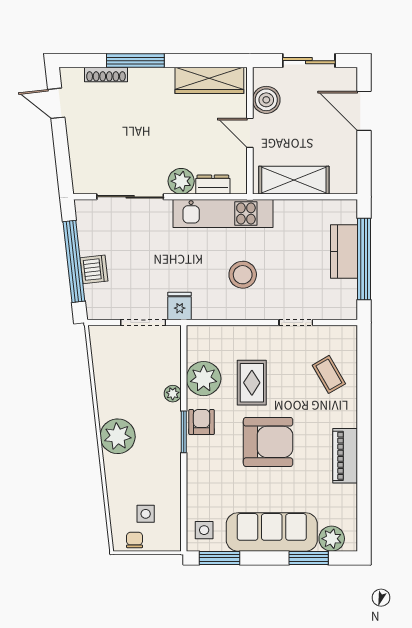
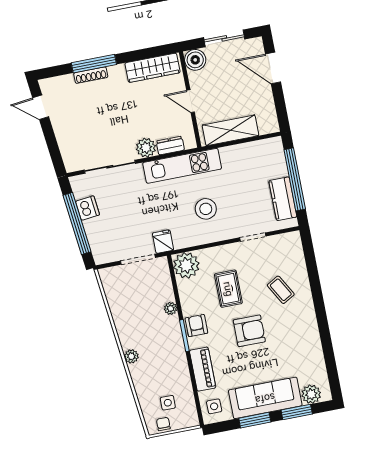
shoe rack: (106, 74) -> (91, 75), moved
boiler: (266, 100) -> (195, 60), moved
kitchen counter: (344, 252) -> (283, 199), moved
dishwasher: (94, 269) -> (87, 208), moved
coffee table: (329, 374) -> (281, 290), moved
plant: (204, 379) -> (186, 265), moved
plant: (118, 436) -> (131, 356), width x0.53, depth x0.53
armchair: (268, 442) -> (249, 331), width x0.73, depth x0.73
piano: (345, 456) -> (203, 369), moved, turned 180
window: (219, 558) -> (255, 420), moved

